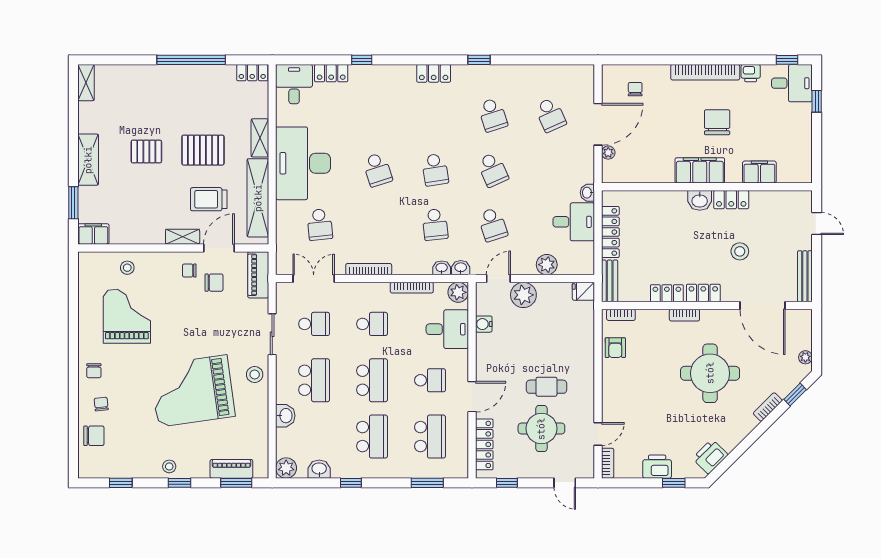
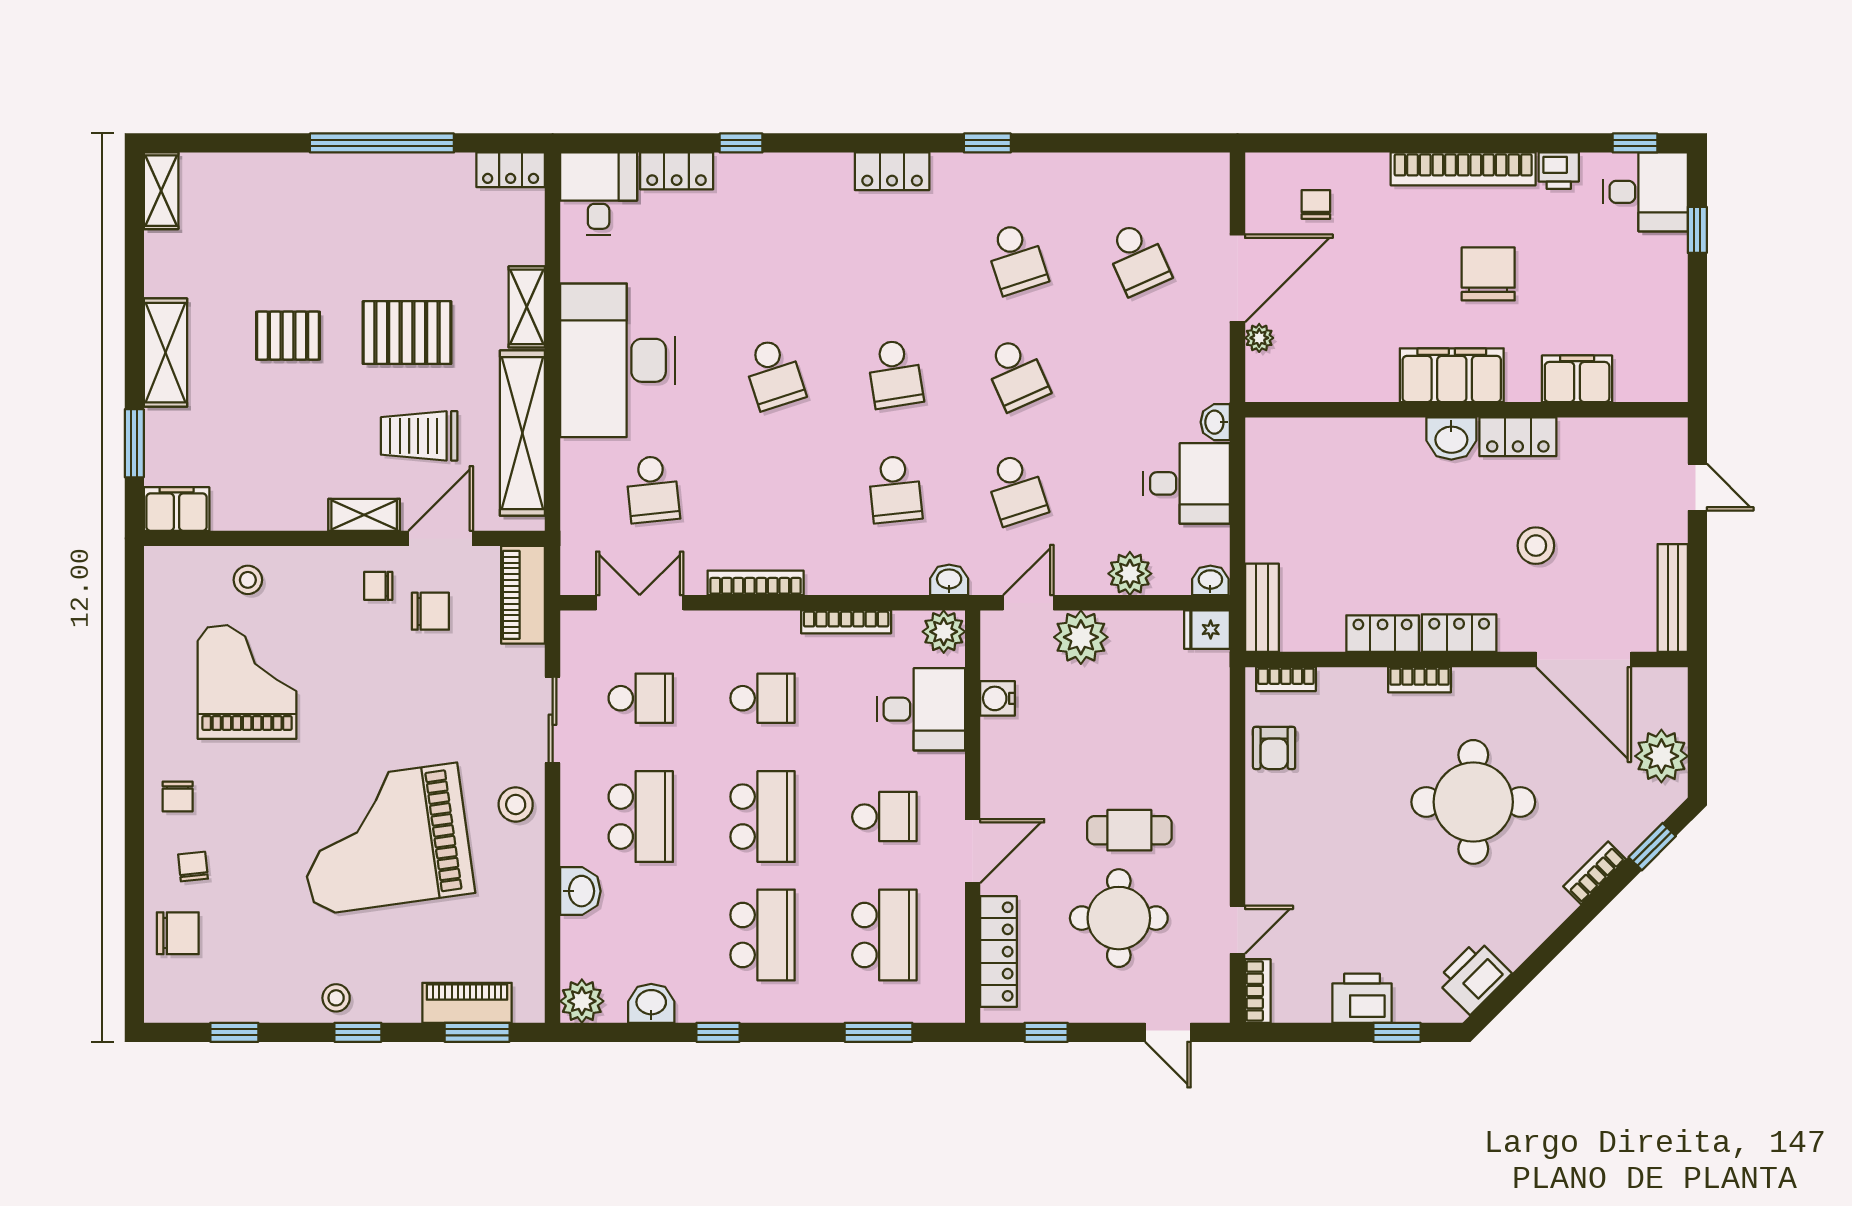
locker: (610, 232) -> (1263, 505), removed
washbasin: (442, 268) -> (1210, 580), moved
plant: (805, 357) -> (1661, 756), width x1.87, depth x1.87

